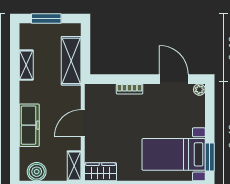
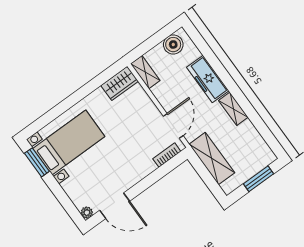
shelving: (26, 65) -> (233, 109), moved
bookcase: (130, 89) -> (167, 155), moved
door: (83, 123) -> (173, 126), moved

